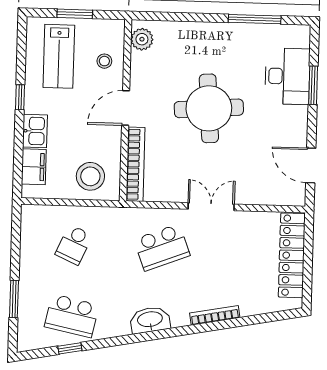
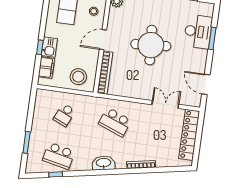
window: (20, 97) -> (40, 47), moved
double door: (211, 207) -> (165, 104), moved
school desk: (162, 247) -> (115, 122), turned 42

